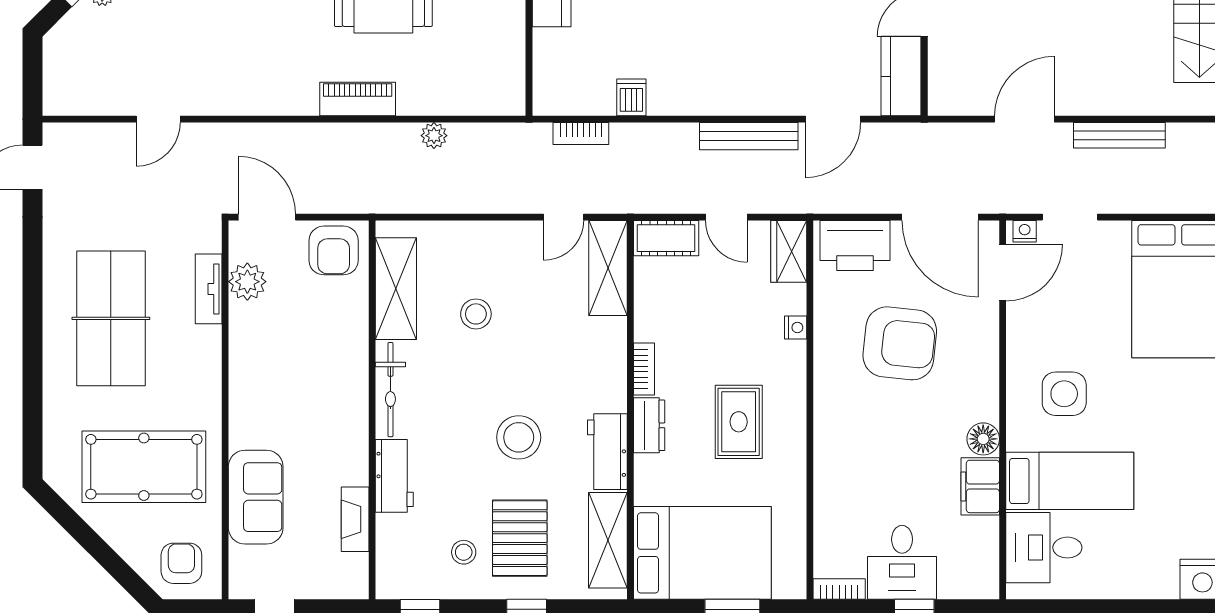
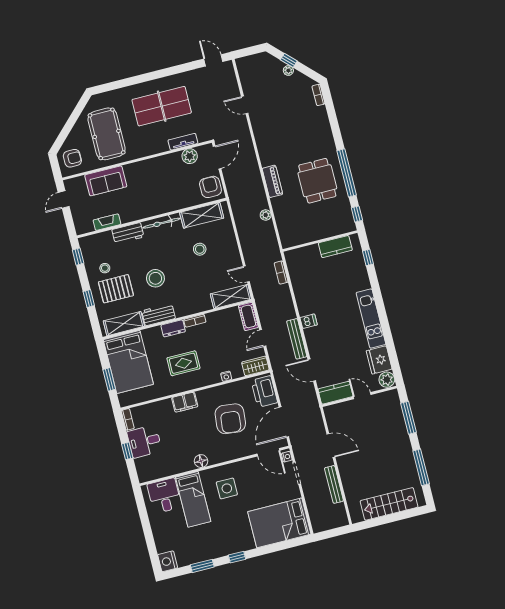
dishwasher: (631, 97) -> (309, 321), moved
armchair: (334, 250) -> (210, 187), turned 90
filing cabinet: (980, 486) -> (185, 402), moved, turned 180

